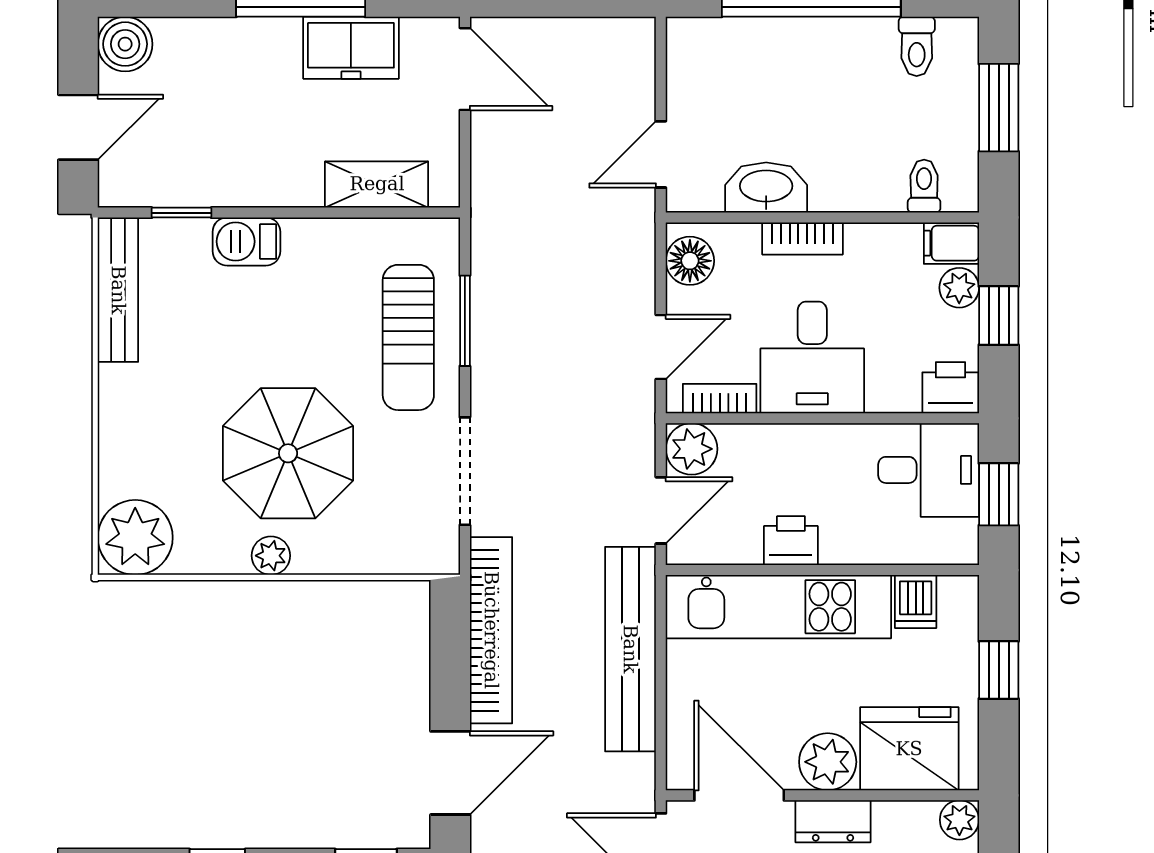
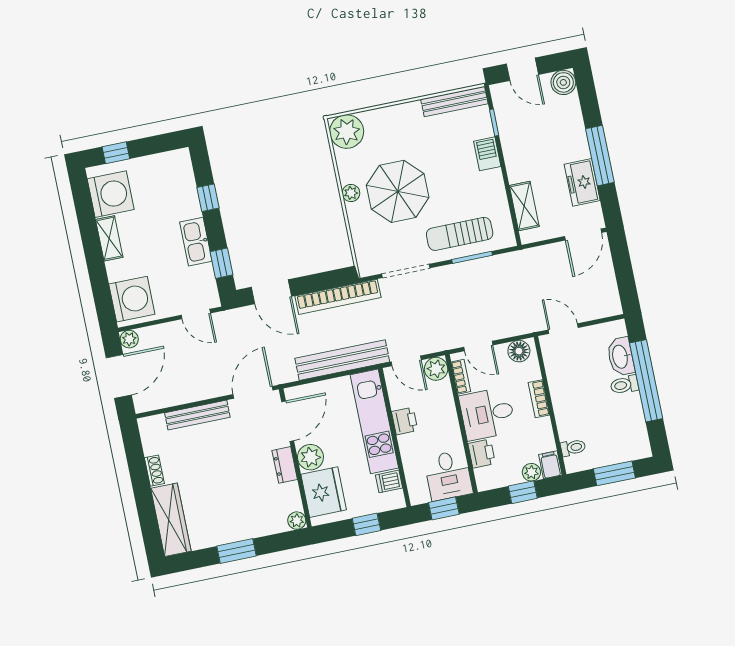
toilet: (917, 46) -> (624, 385), moved
washbasin: (766, 187) -> (621, 357), moved, turned 180
printer: (951, 388) -> (482, 454), moved

